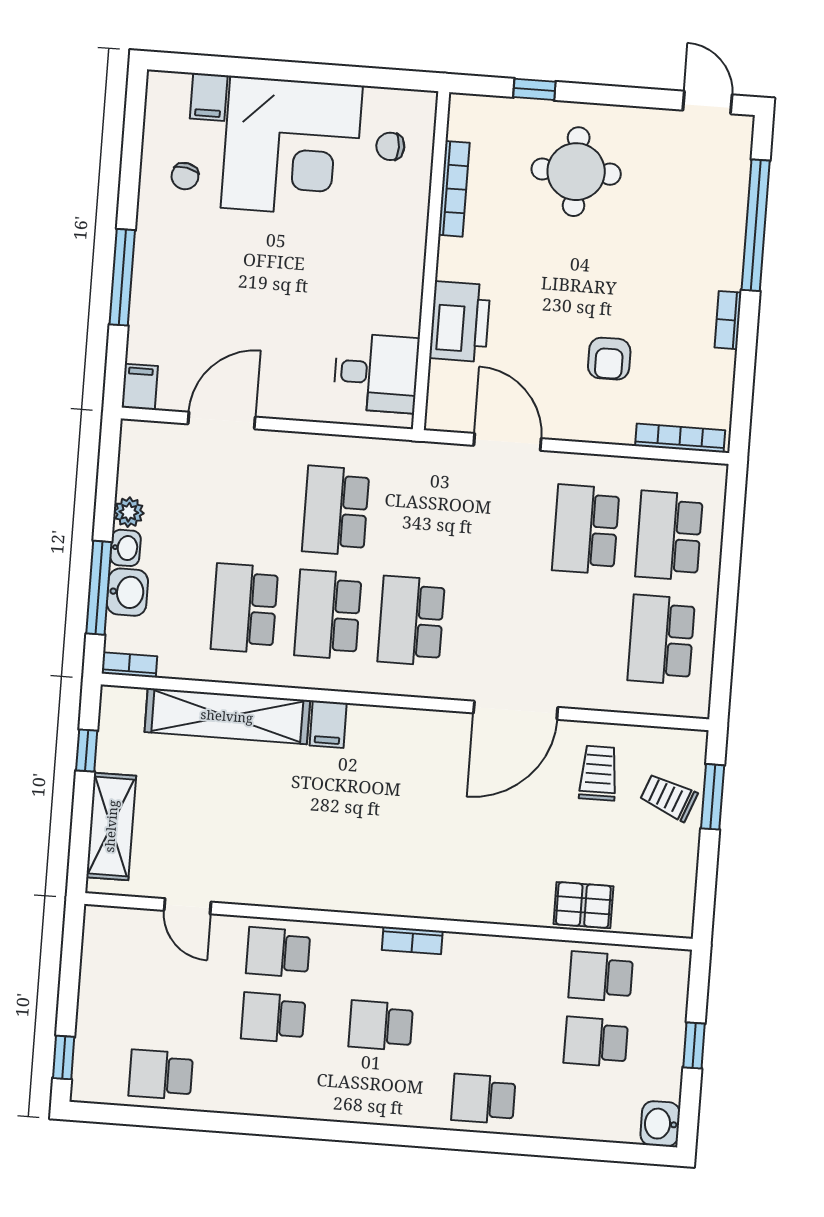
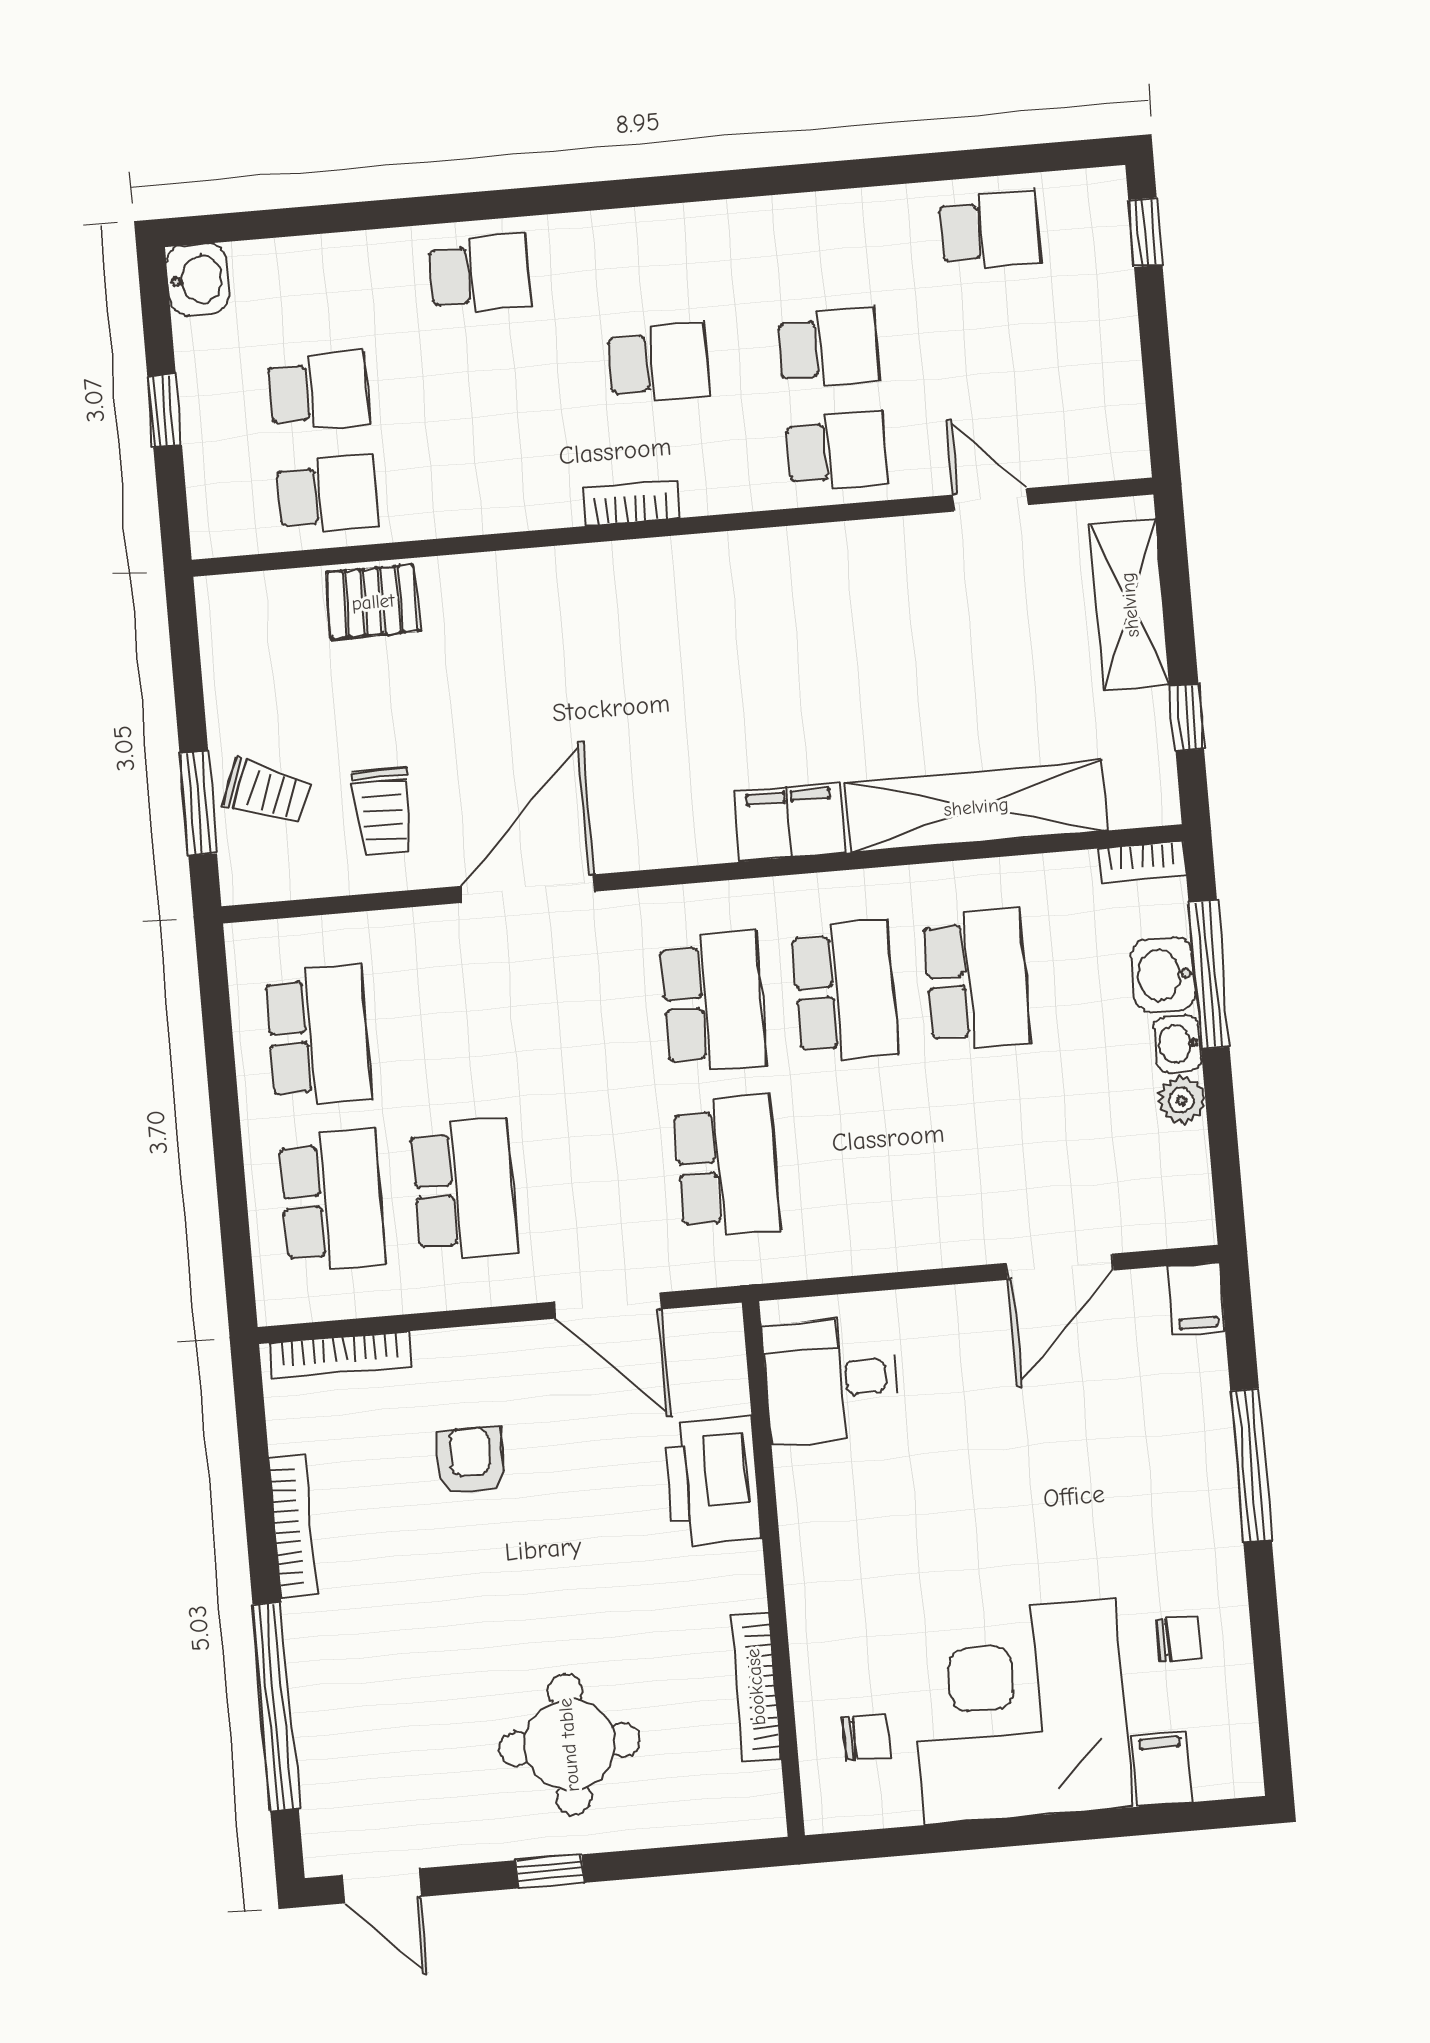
window: (534, 89) -> (550, 1871), moved
chair: (185, 176) -> (1179, 1639), turned 79
bookcase: (728, 320) -> (293, 1526), width x1.56
school desk: (336, 511) -> (727, 1166), moved
filing cabinet: (328, 724) -> (790, 822), width x2.00

